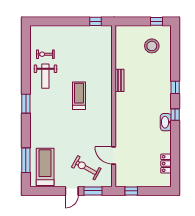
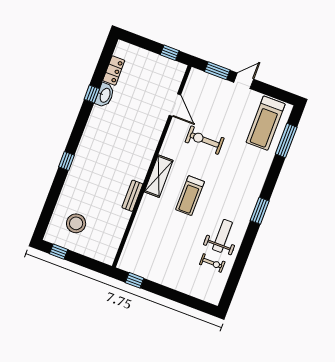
shelving: (106, 101) -> (159, 176), added
window: (175, 115) -> (92, 94), moved
washbasin: (166, 122) -> (105, 95), moved
exercise bike: (86, 168) -> (205, 140), moved, turned 151

